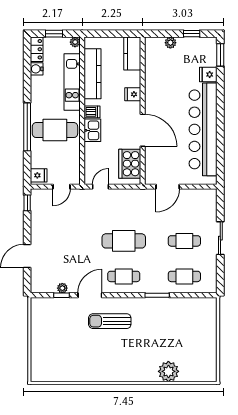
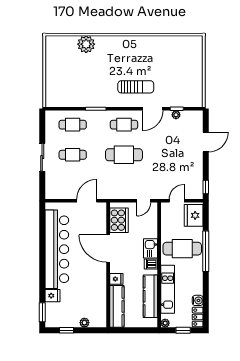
kitchen counter: (132, 54) -> (117, 306), width x1.50
fridge: (39, 175) -> (194, 215), width x1.88, depth x1.34

